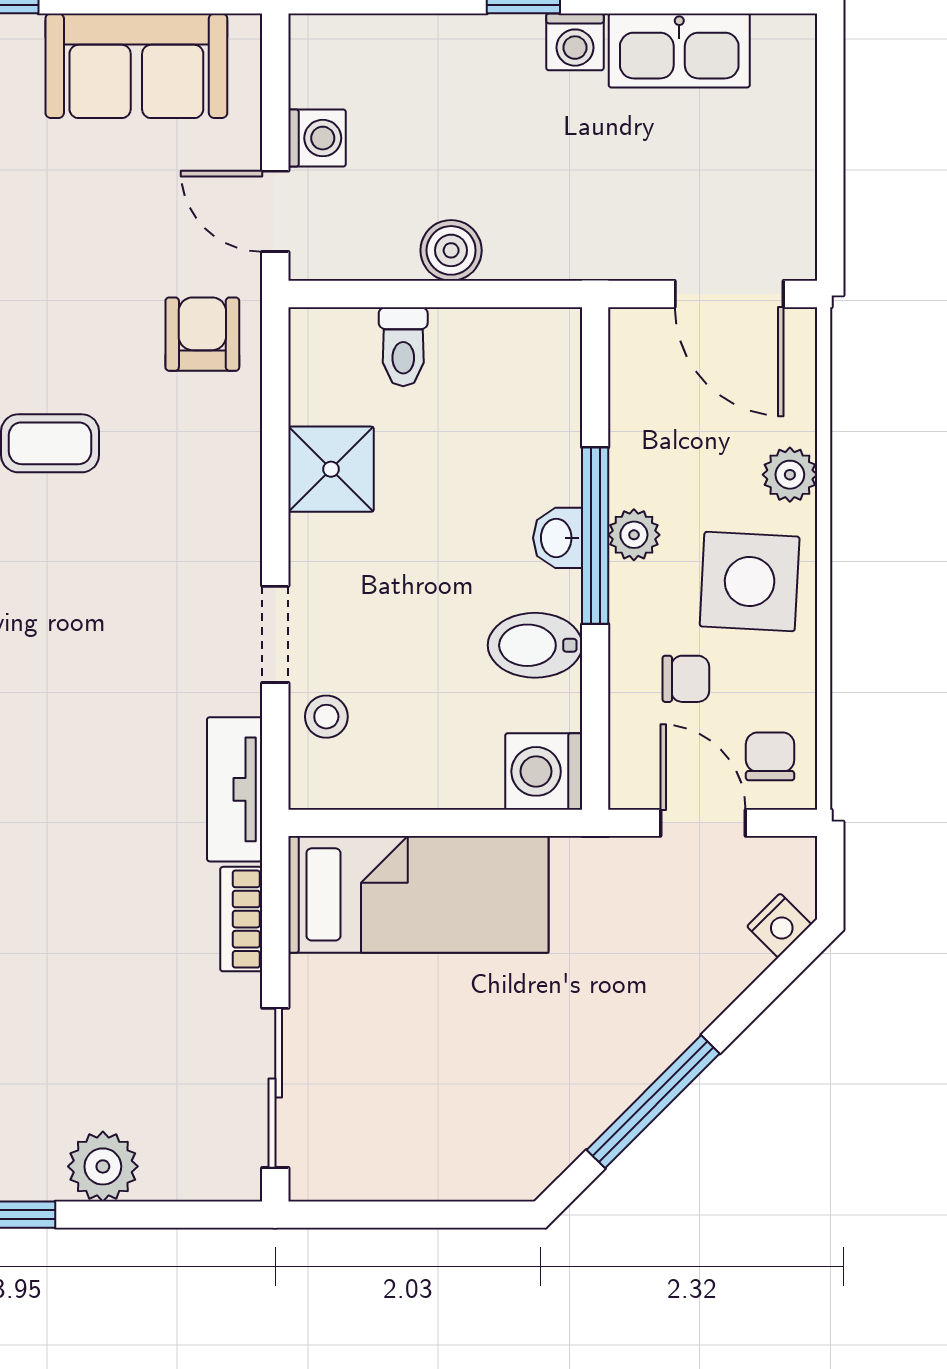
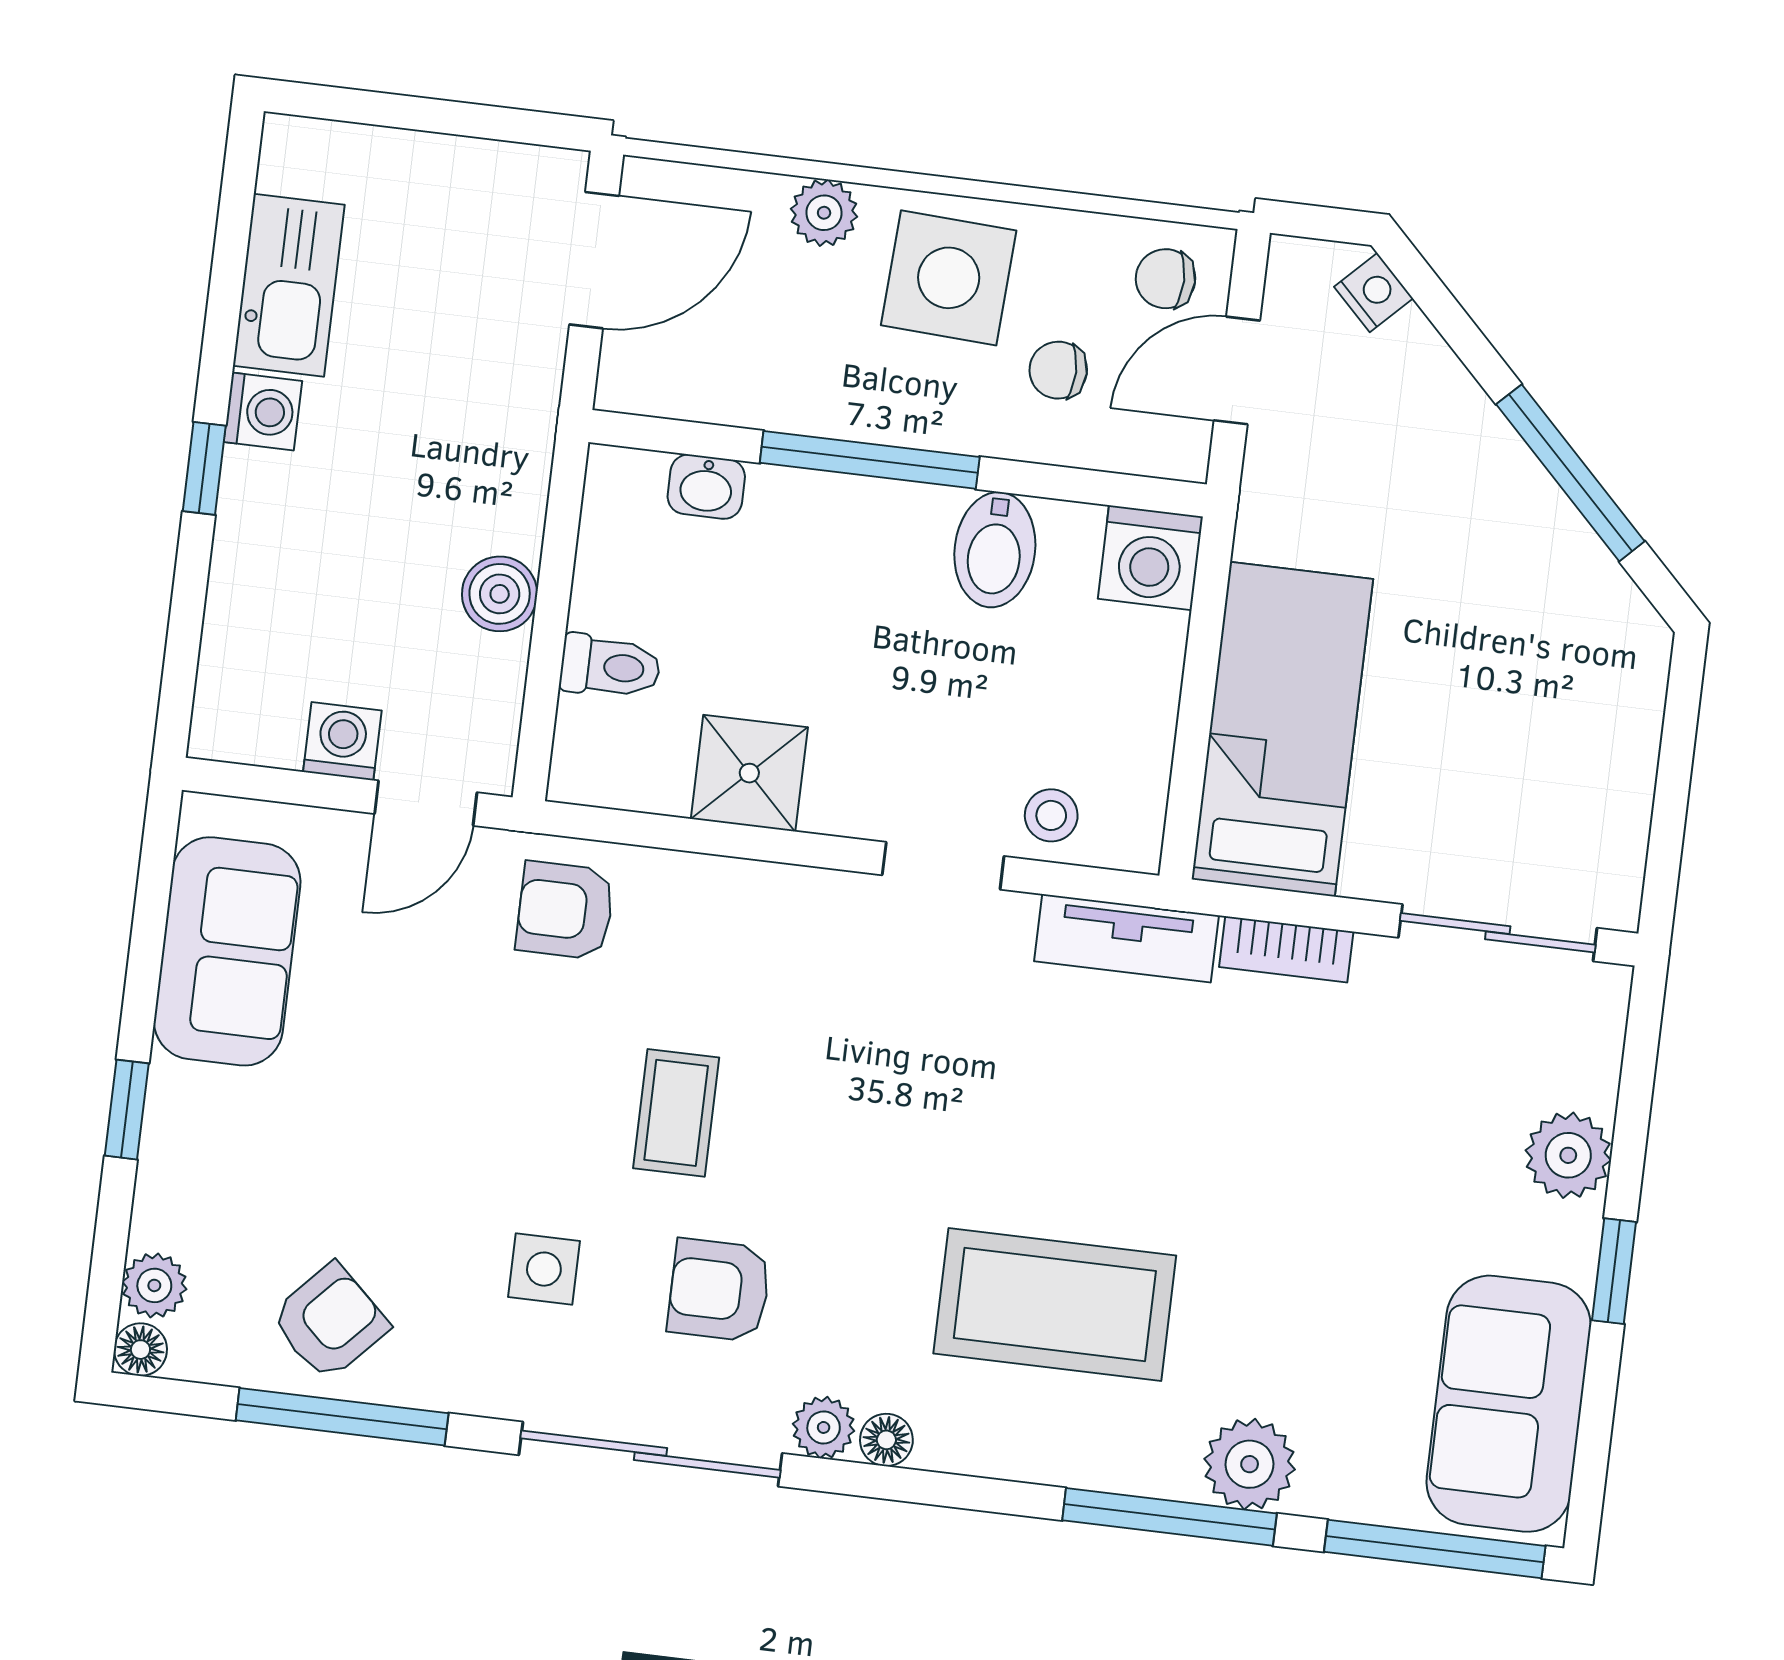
plant: (634, 535) -> (874, 412), removed
washbasin: (558, 538) -> (706, 487), moved
chair: (686, 679) -> (1058, 370), turned -90

